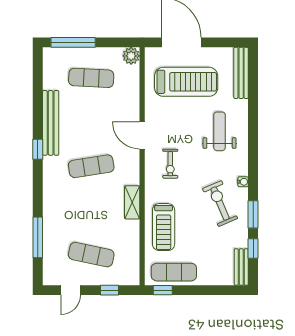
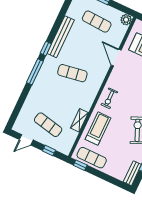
door: (142, 136) -> (116, 58), moved
exercise bike: (170, 164) -> (109, 98), moved
shelving: (132, 202) -> (79, 120), moved
treadmill: (164, 227) -> (98, 129), turned 180
window: (38, 237) -> (35, 72), moved

